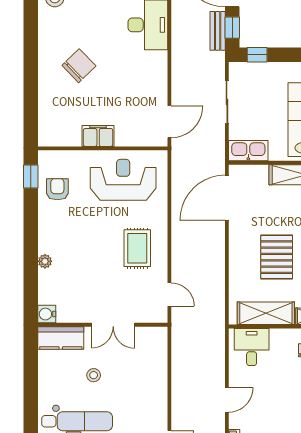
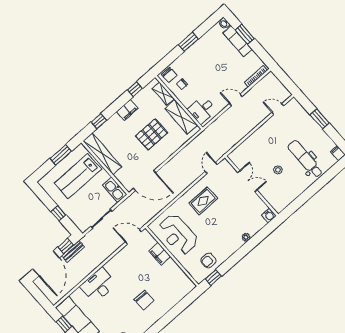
window: (257, 55) -> (59, 213), moved
chair: (79, 66) -> (144, 300), turned -136
filing cabinet: (98, 136) -> (160, 254), moved
kitchen counter: (61, 338) -> (274, 200), removed

